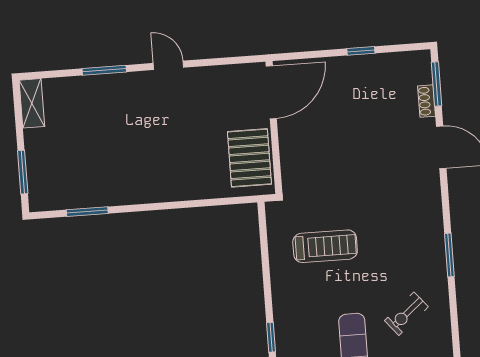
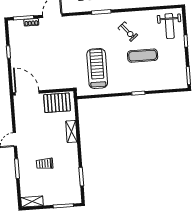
trolley: (115, 131) -> (45, 164), added
shelving: (186, 190) -> (71, 131), added
treadmill: (325, 246) -> (97, 69), width x1.37, depth x1.38

